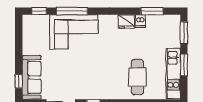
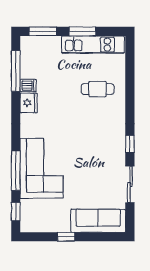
window: (152, 11) -> (16, 71), width x1.44
cafe table: (137, 77) -> (98, 89), width x0.73, depth x0.74
window: (19, 81) -> (66, 237), moved

